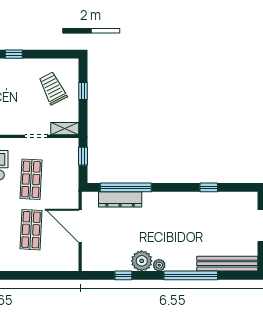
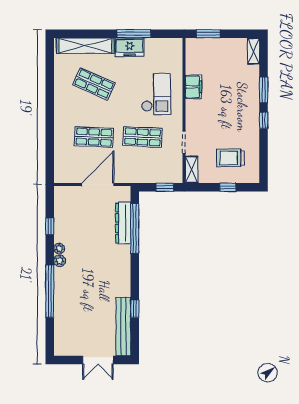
trolley: (53, 88) -> (231, 158), turned -153
plant: (142, 261) -> (59, 249), width x0.53, depth x0.53
bench: (227, 264) -> (123, 327), moved

